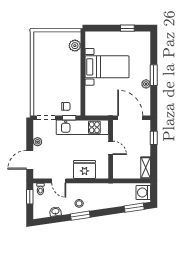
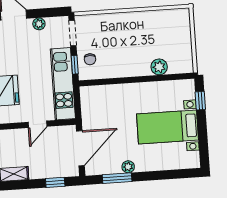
window: (127, 28) -> (200, 101), moved
plant: (75, 46) -> (159, 67), moved
bed with nightstands: (107, 67) -> (168, 127), moved, turned 90
window: (154, 75) -> (117, 178), moved

